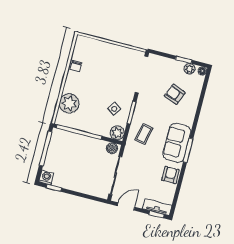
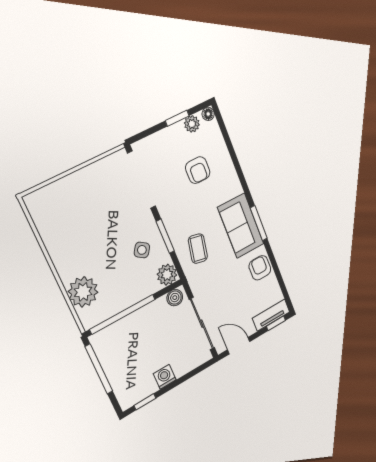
chair: (76, 66) -> (53, 239), removed
armchair: (175, 94) -> (198, 170), turned -112
washing machine: (46, 178) -> (165, 377), moved
door: (126, 206) -> (239, 346), hinge flipped

